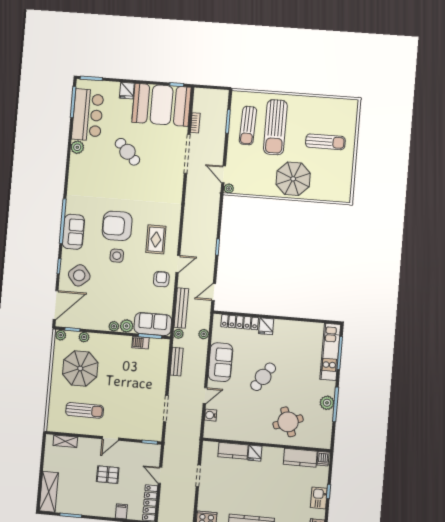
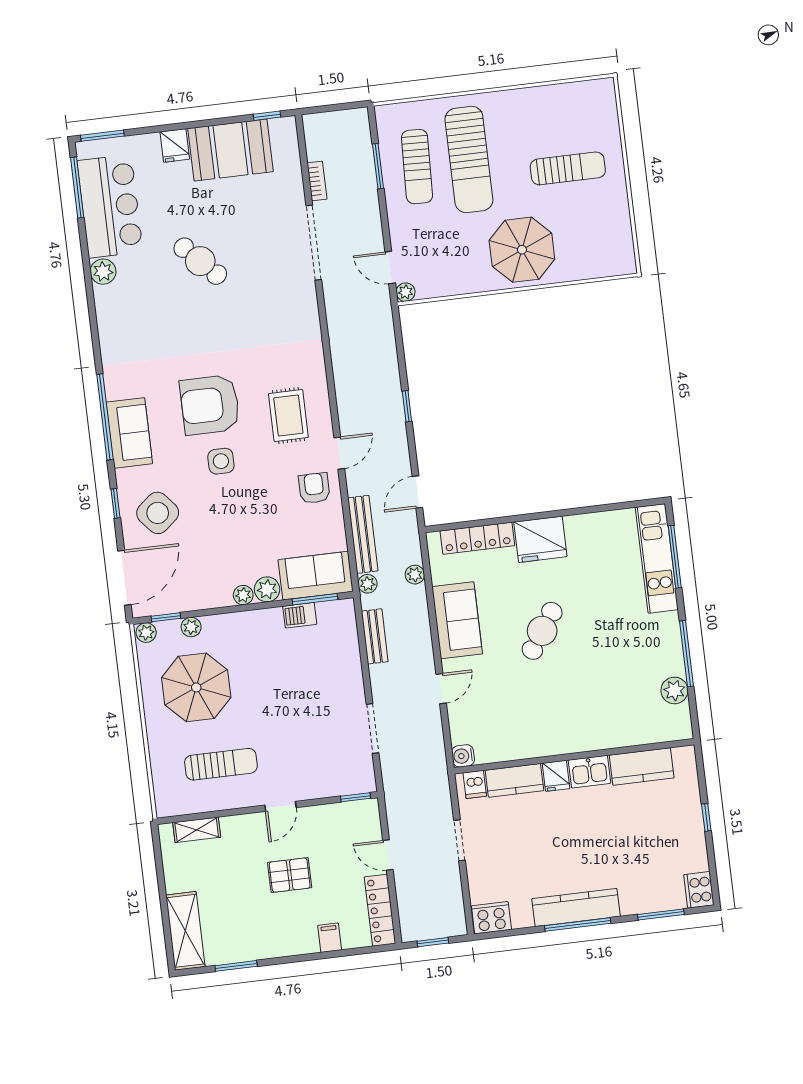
booth: (162, 105) -> (231, 150), width x0.73, depth x0.70
fridge: (266, 326) -> (540, 539), width x1.88, depth x1.34
plant: (327, 403) -> (674, 690), moved
water cooler: (211, 415) -> (463, 756), moved
round table: (288, 422) -> (605, 705), removed
dishwasher: (323, 459) -> (475, 784), moved
kitchen sink: (319, 498) -> (589, 772), moved, turned -90

